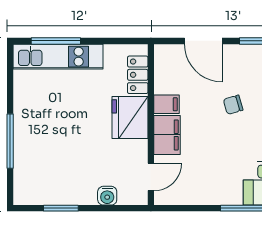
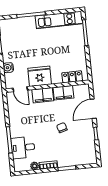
kitchen unit: (58, 57) -> (59, 20), moved, turned -90
filing cabinet: (166, 104) -> (63, 93), width x2.00
fridge: (130, 117) -> (40, 76), moved

